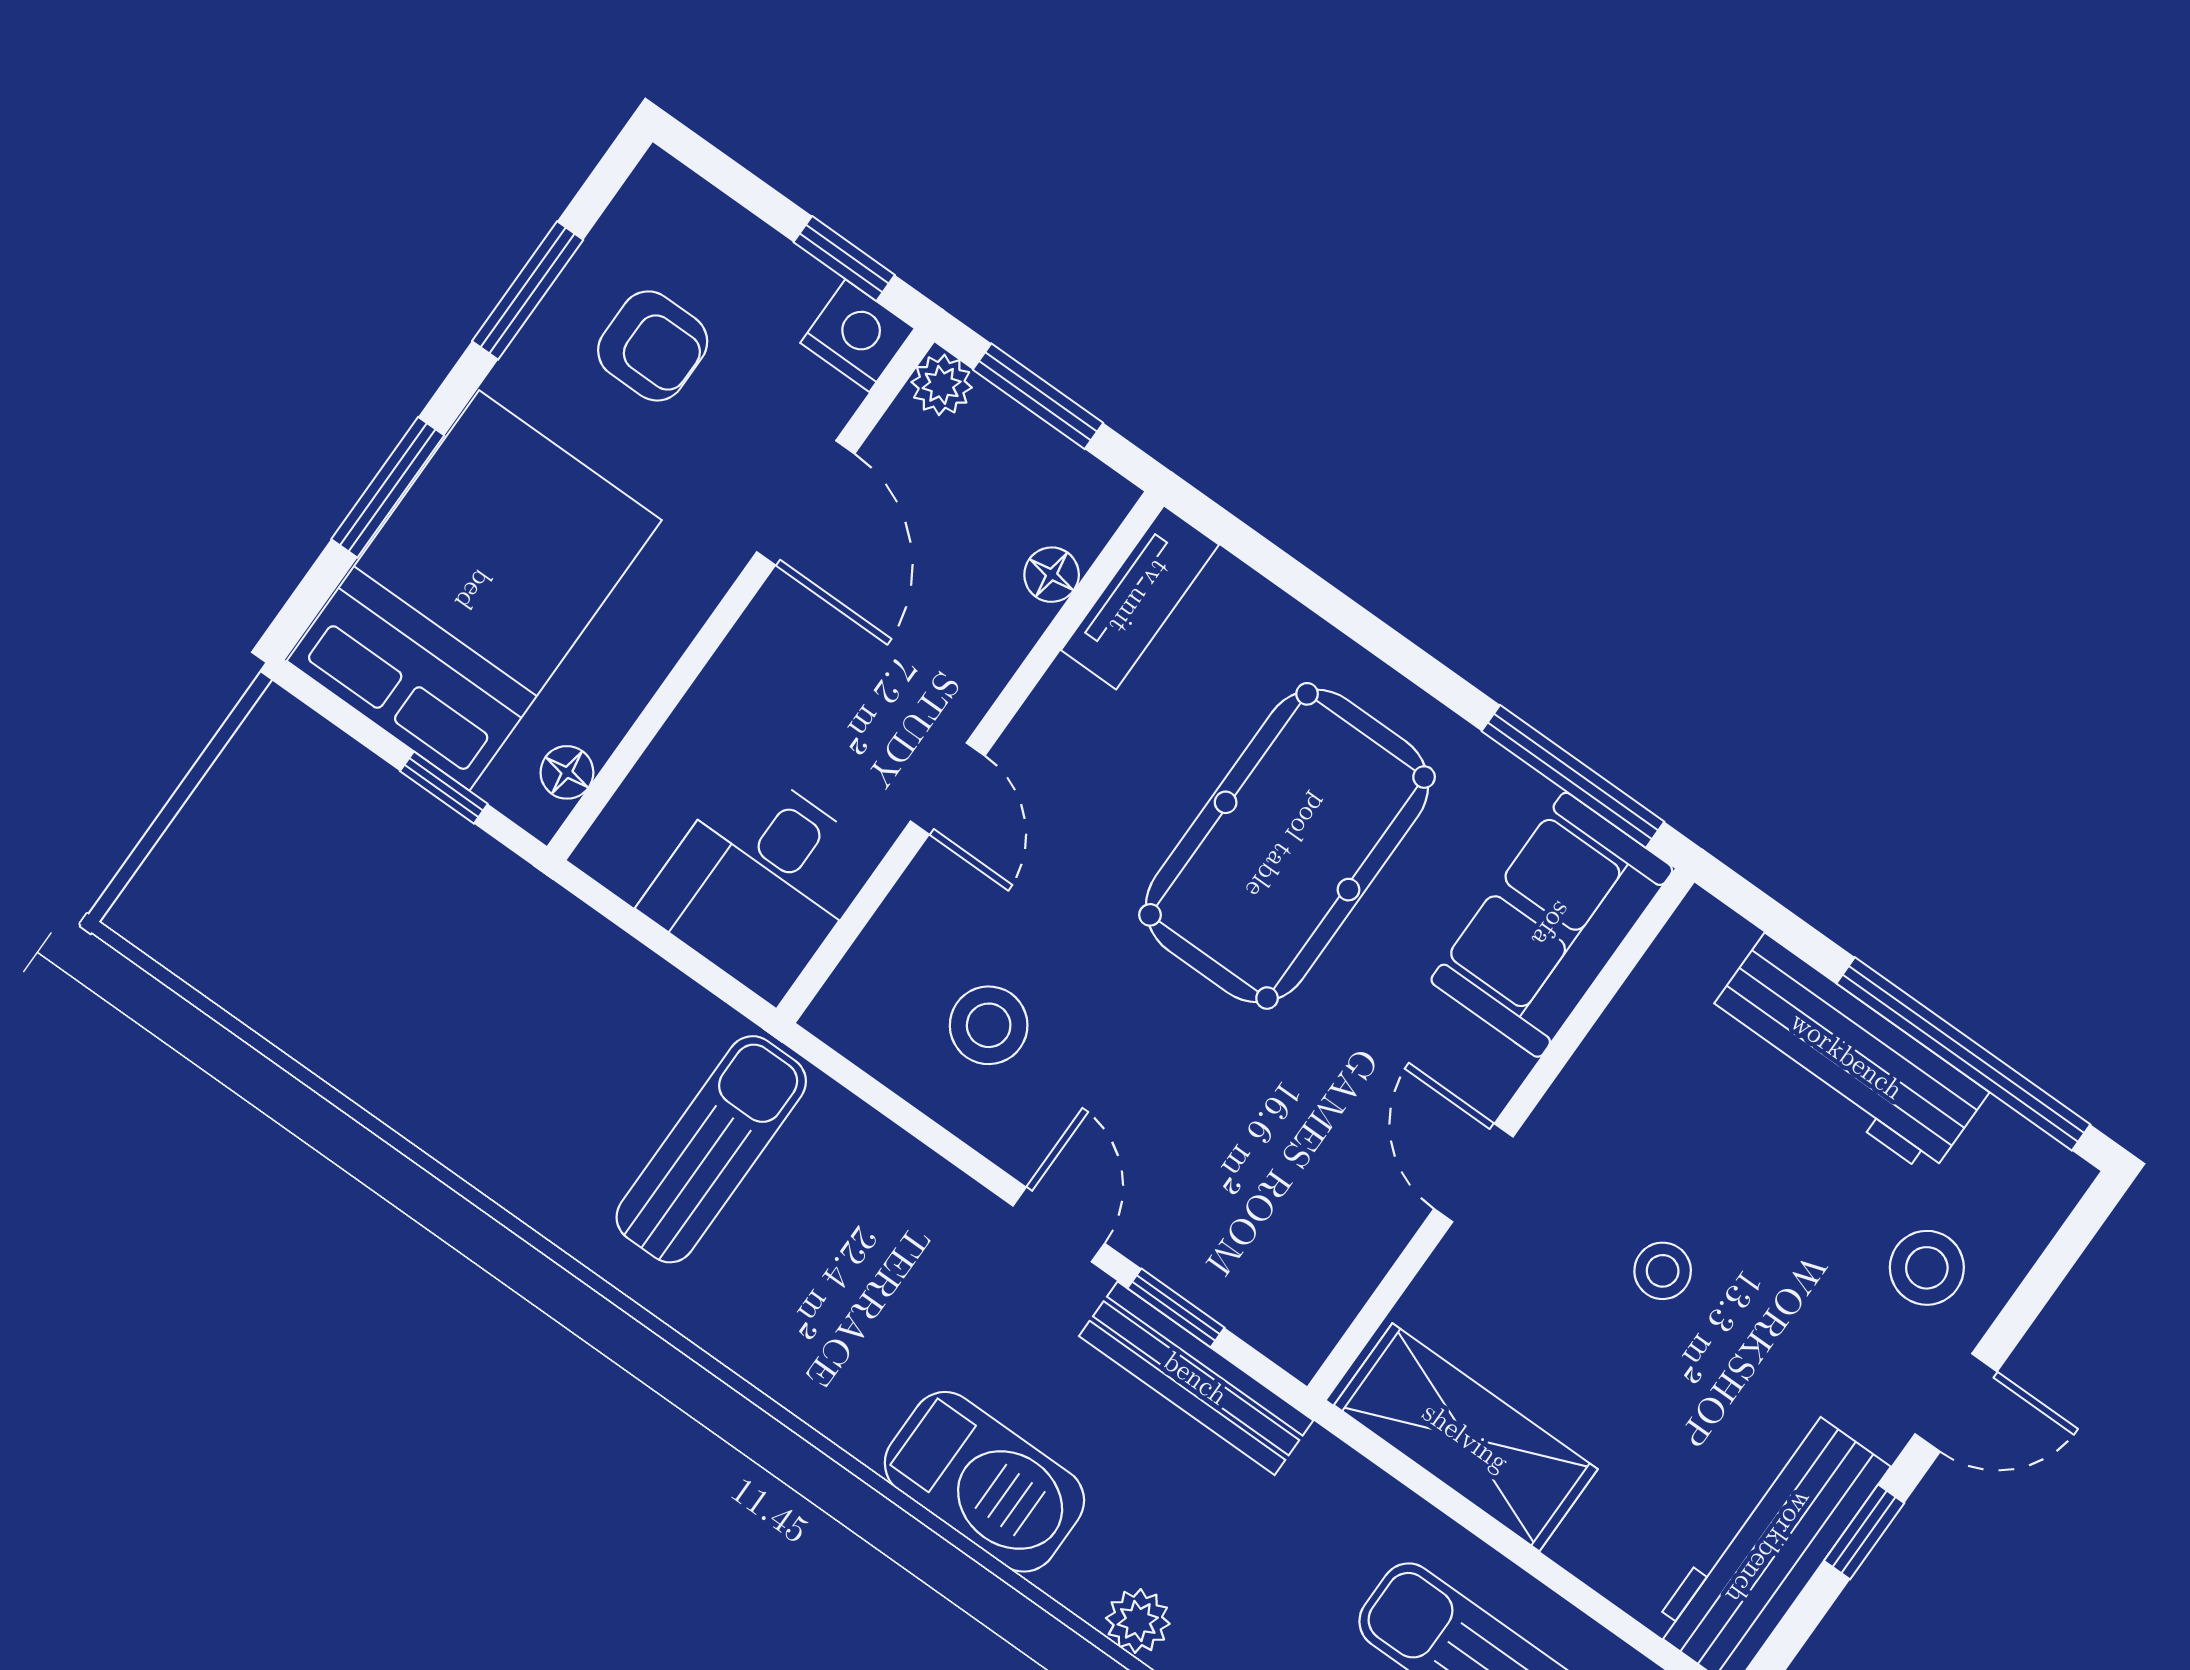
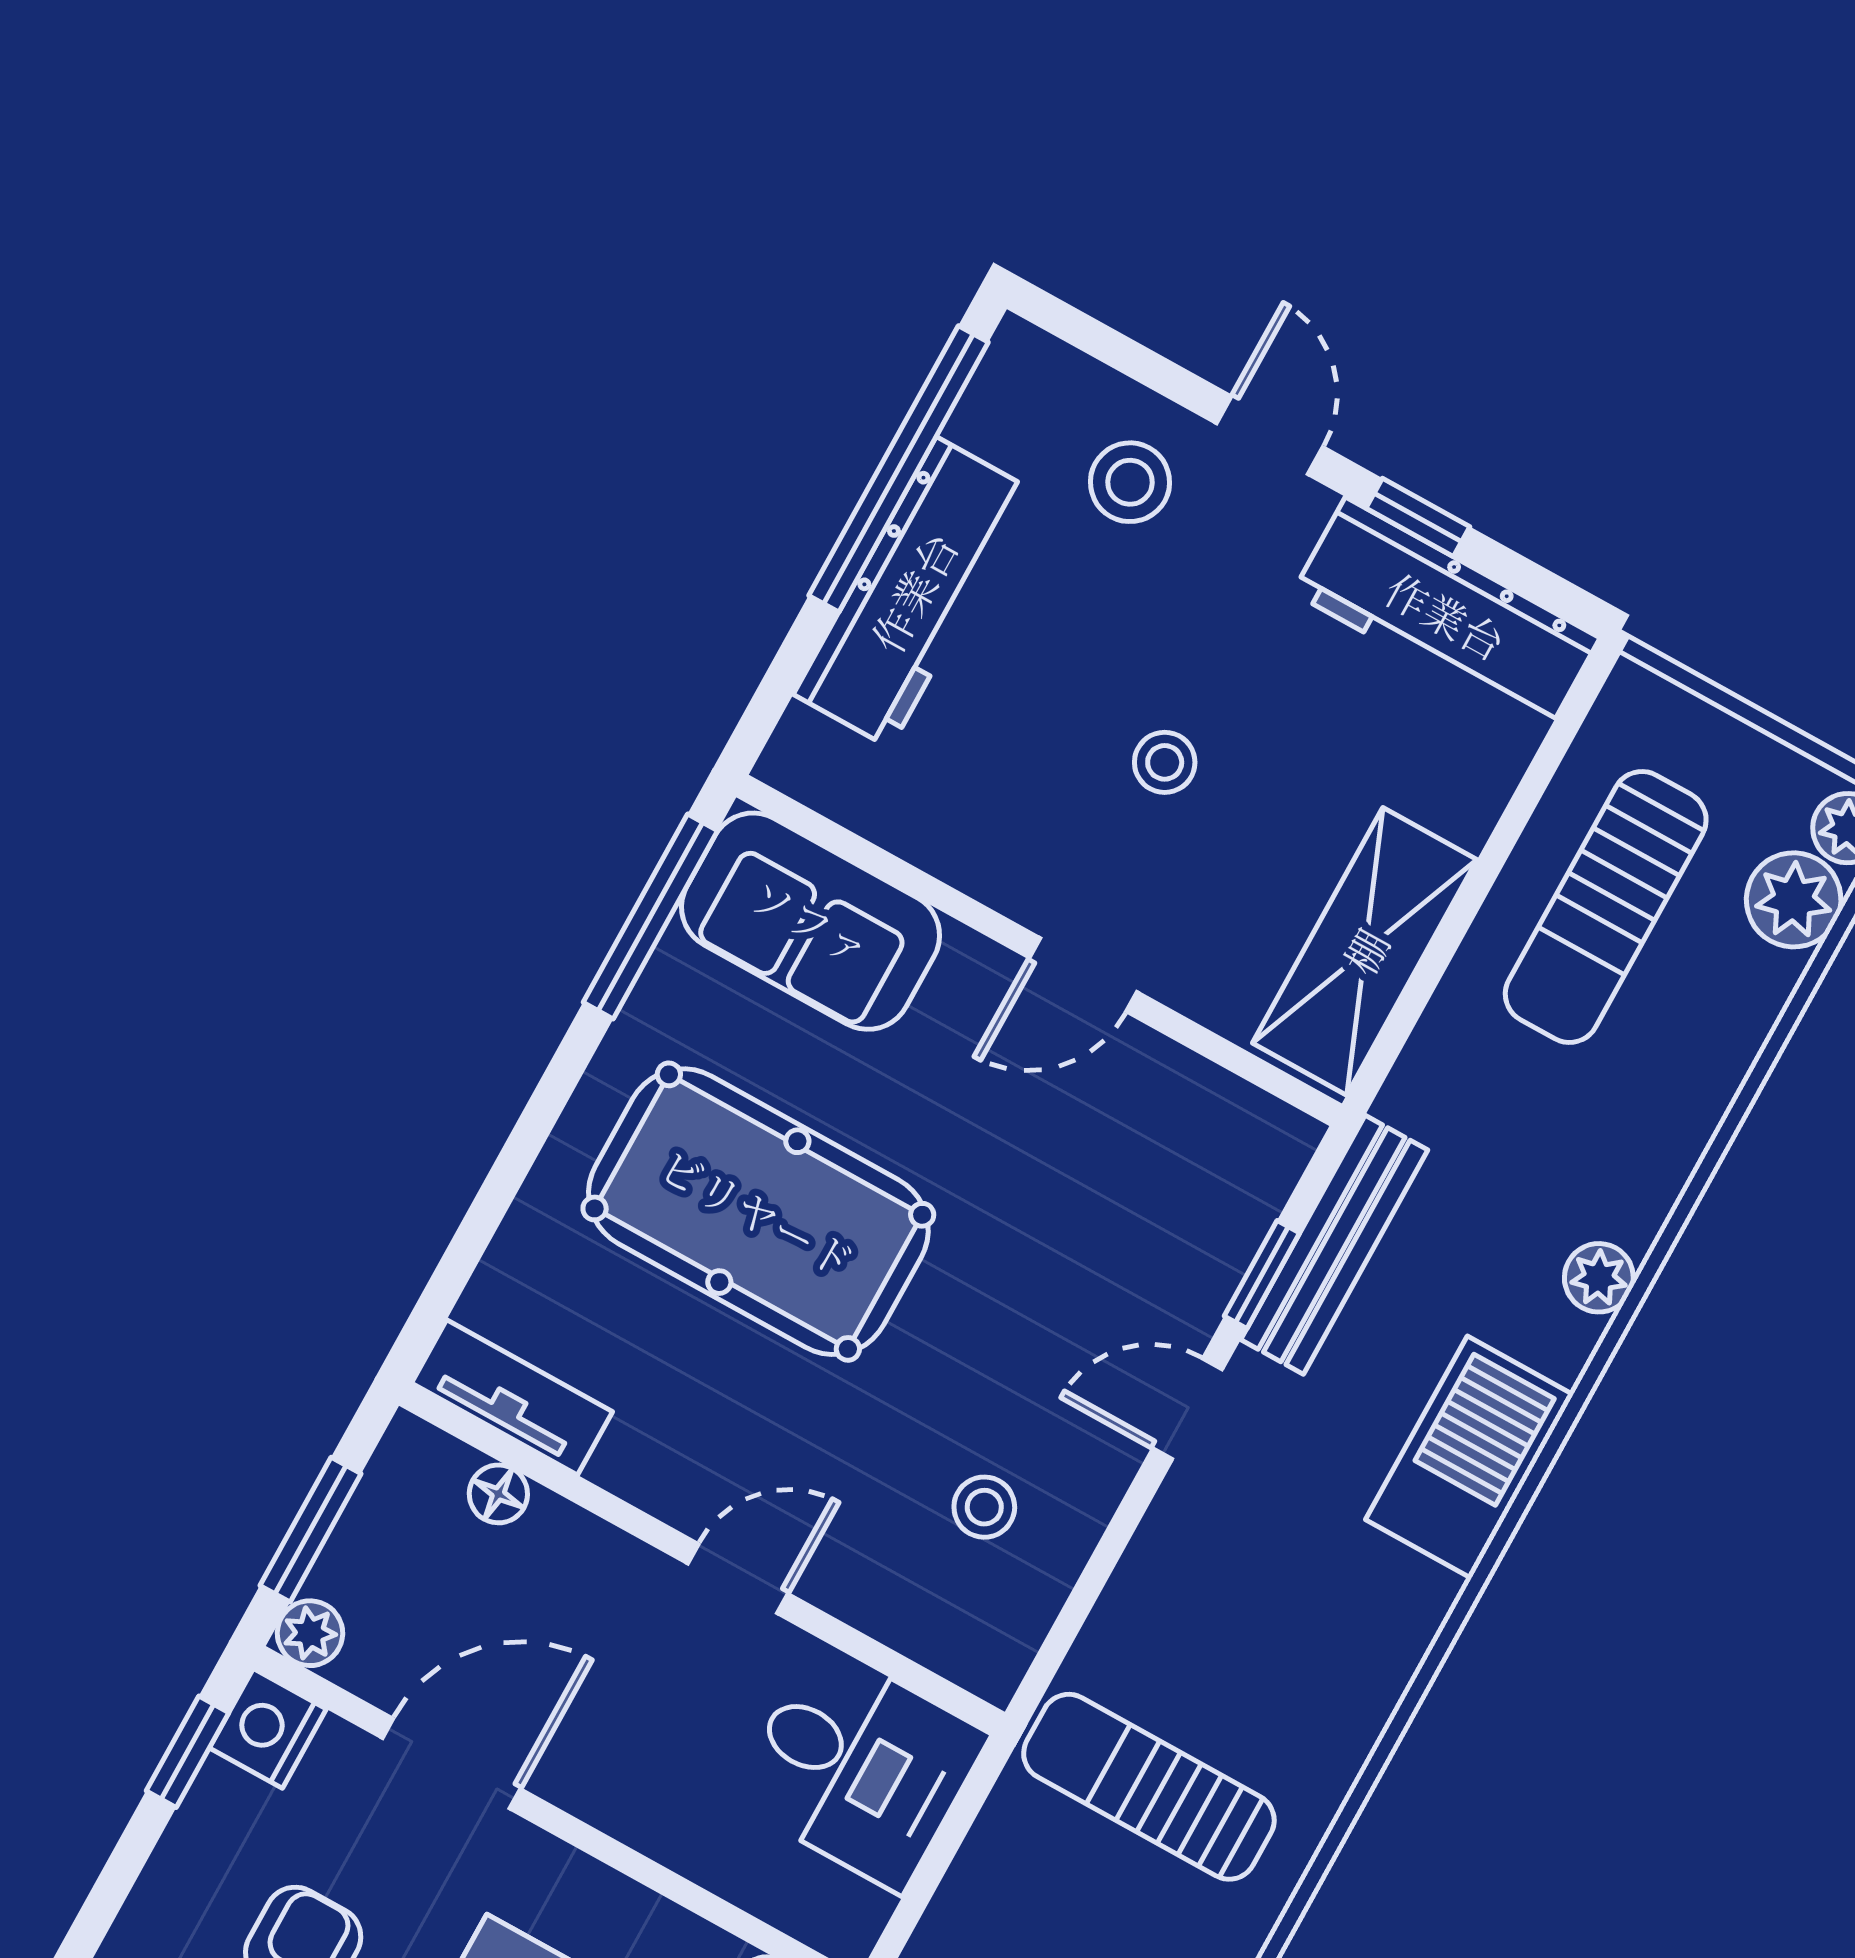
stool: (989, 1025) -> (984, 1507), width x0.73, depth x0.73

